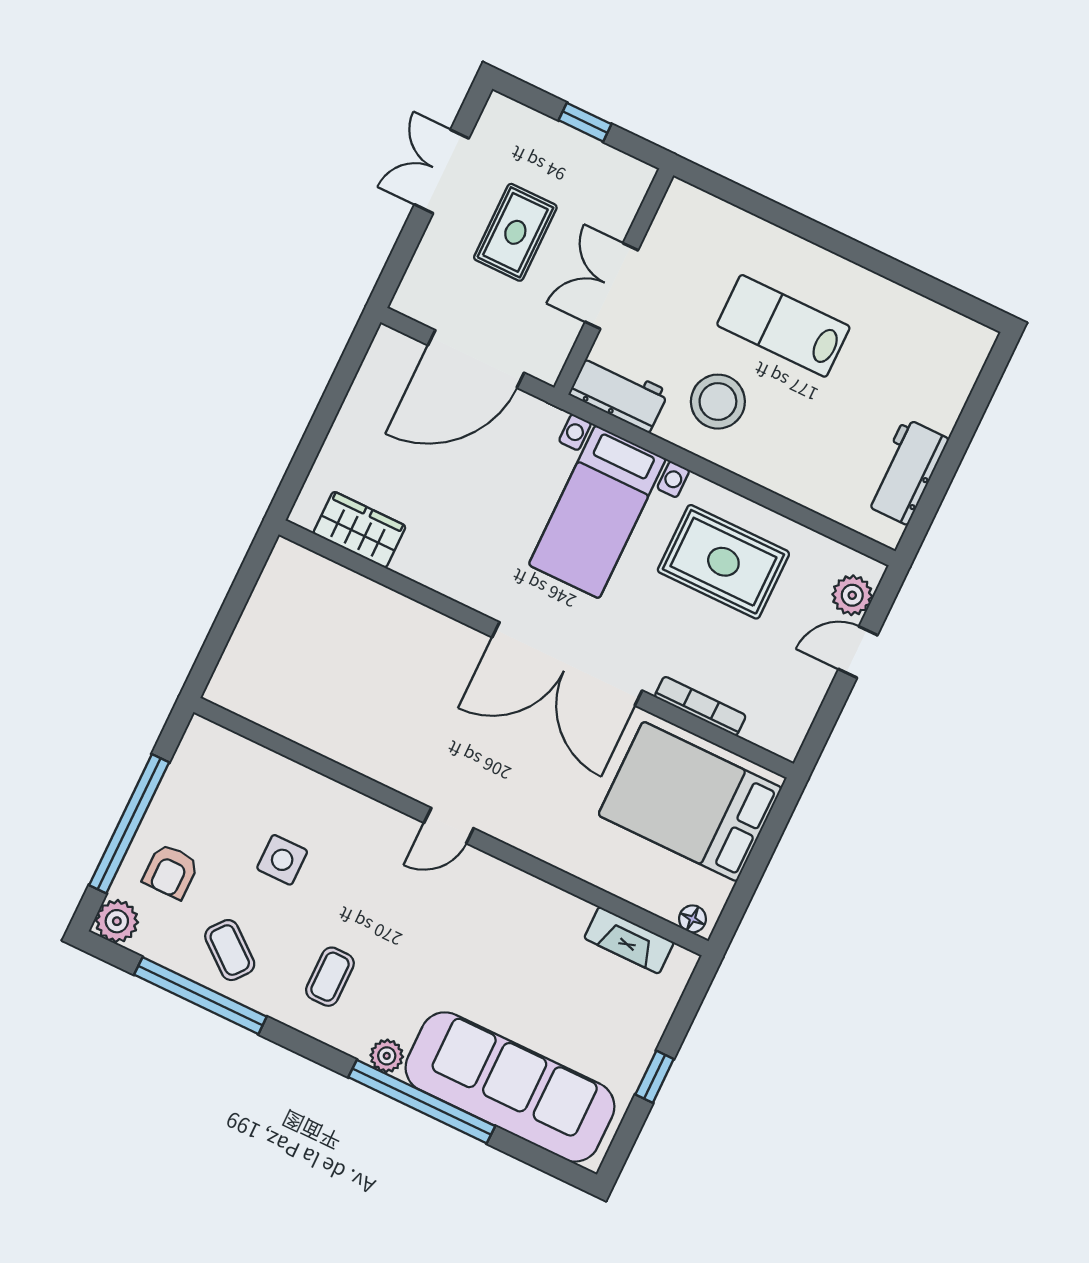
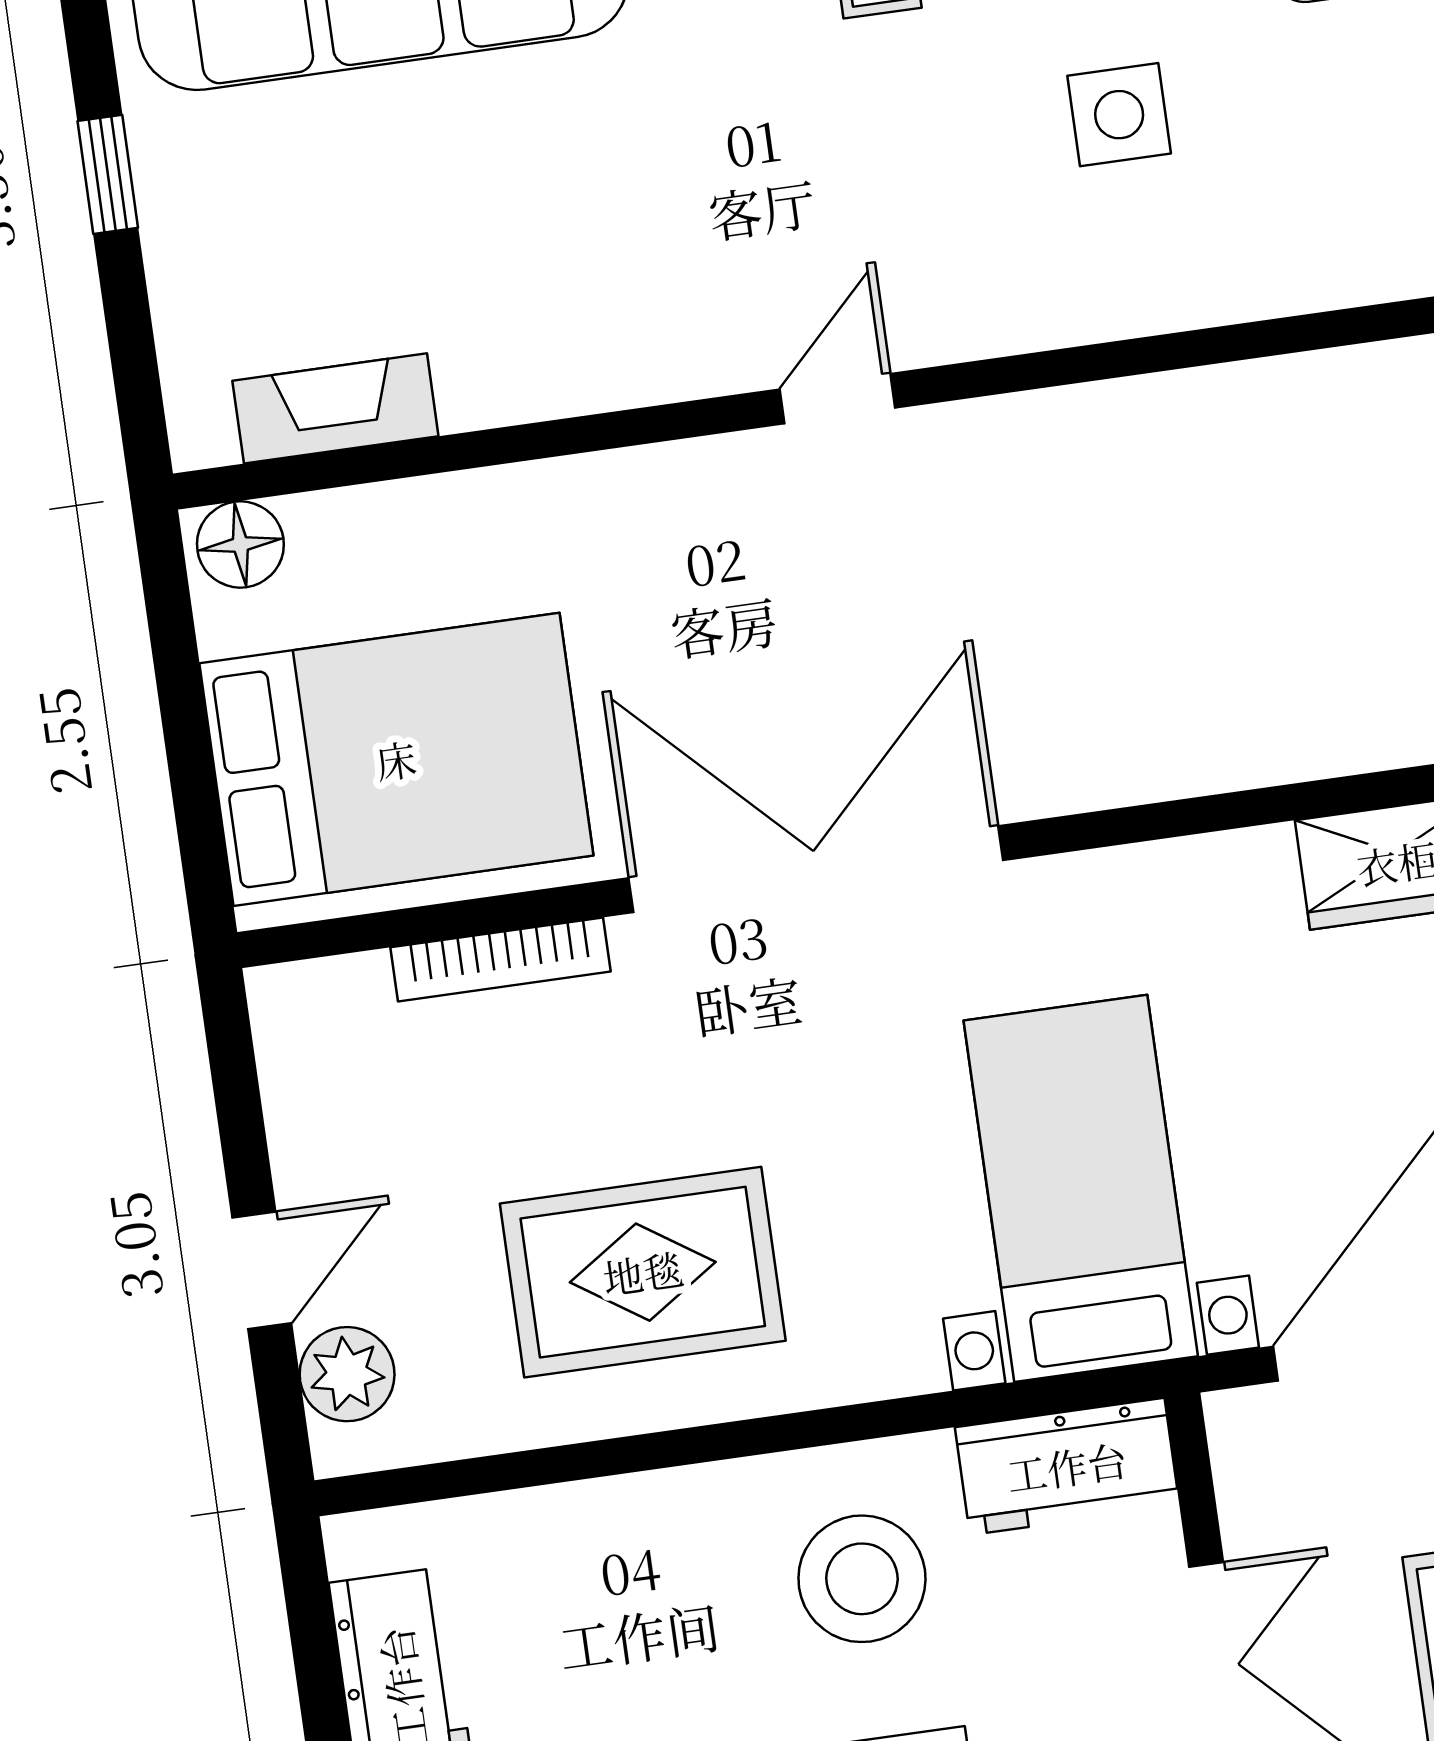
bed with nightstands: (597, 512) -> (1081, 1188), moved
floor lamp: (693, 919) -> (240, 544), width x1.37, depth x1.37

